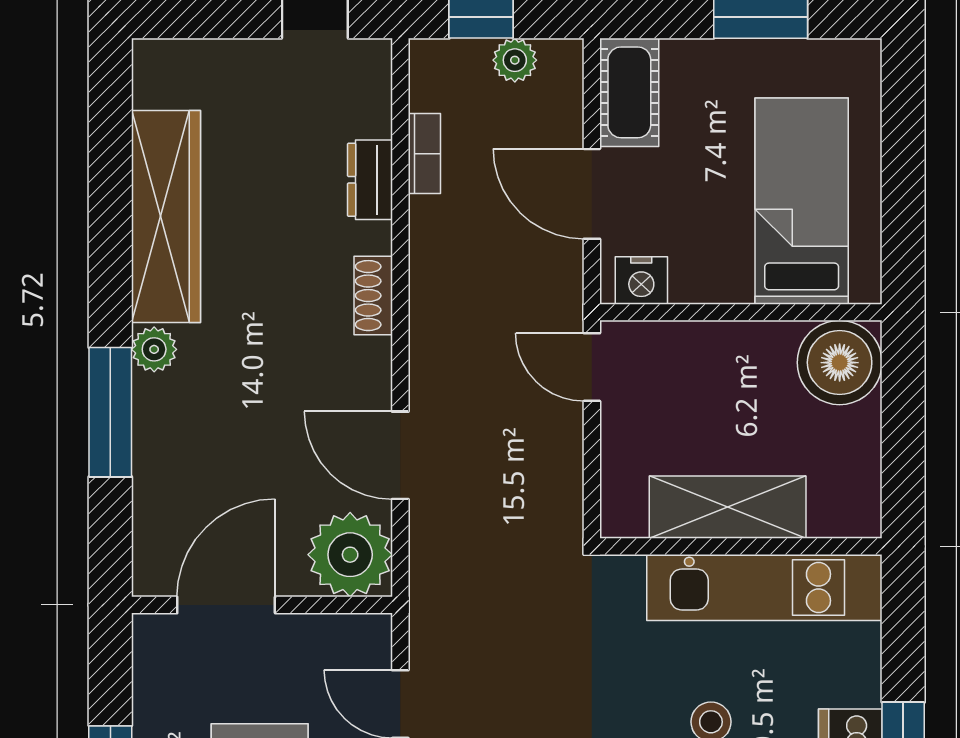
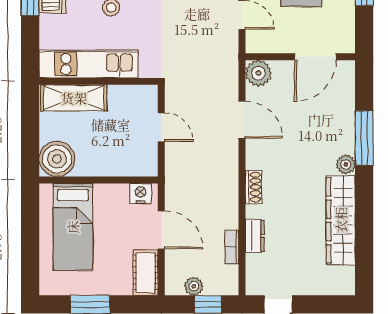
door: (592, 367) -> (161, 127), moved
shelving: (728, 507) -> (74, 98), moved
plant: (350, 555) -> (258, 73), width x0.73, depth x0.73

